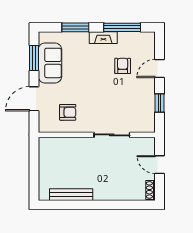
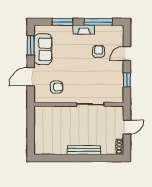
door: (159, 165) -> (127, 127), swing flipped
bench: (71, 195) -> (84, 150), moved

